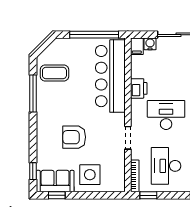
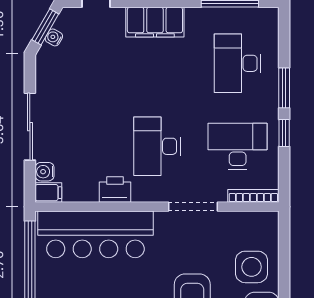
doorway: (128, 138) -> (193, 207), width x1.38
desk: (166, 166) -> (238, 146), turned 180
window: (148, 195) -> (284, 133), moved

